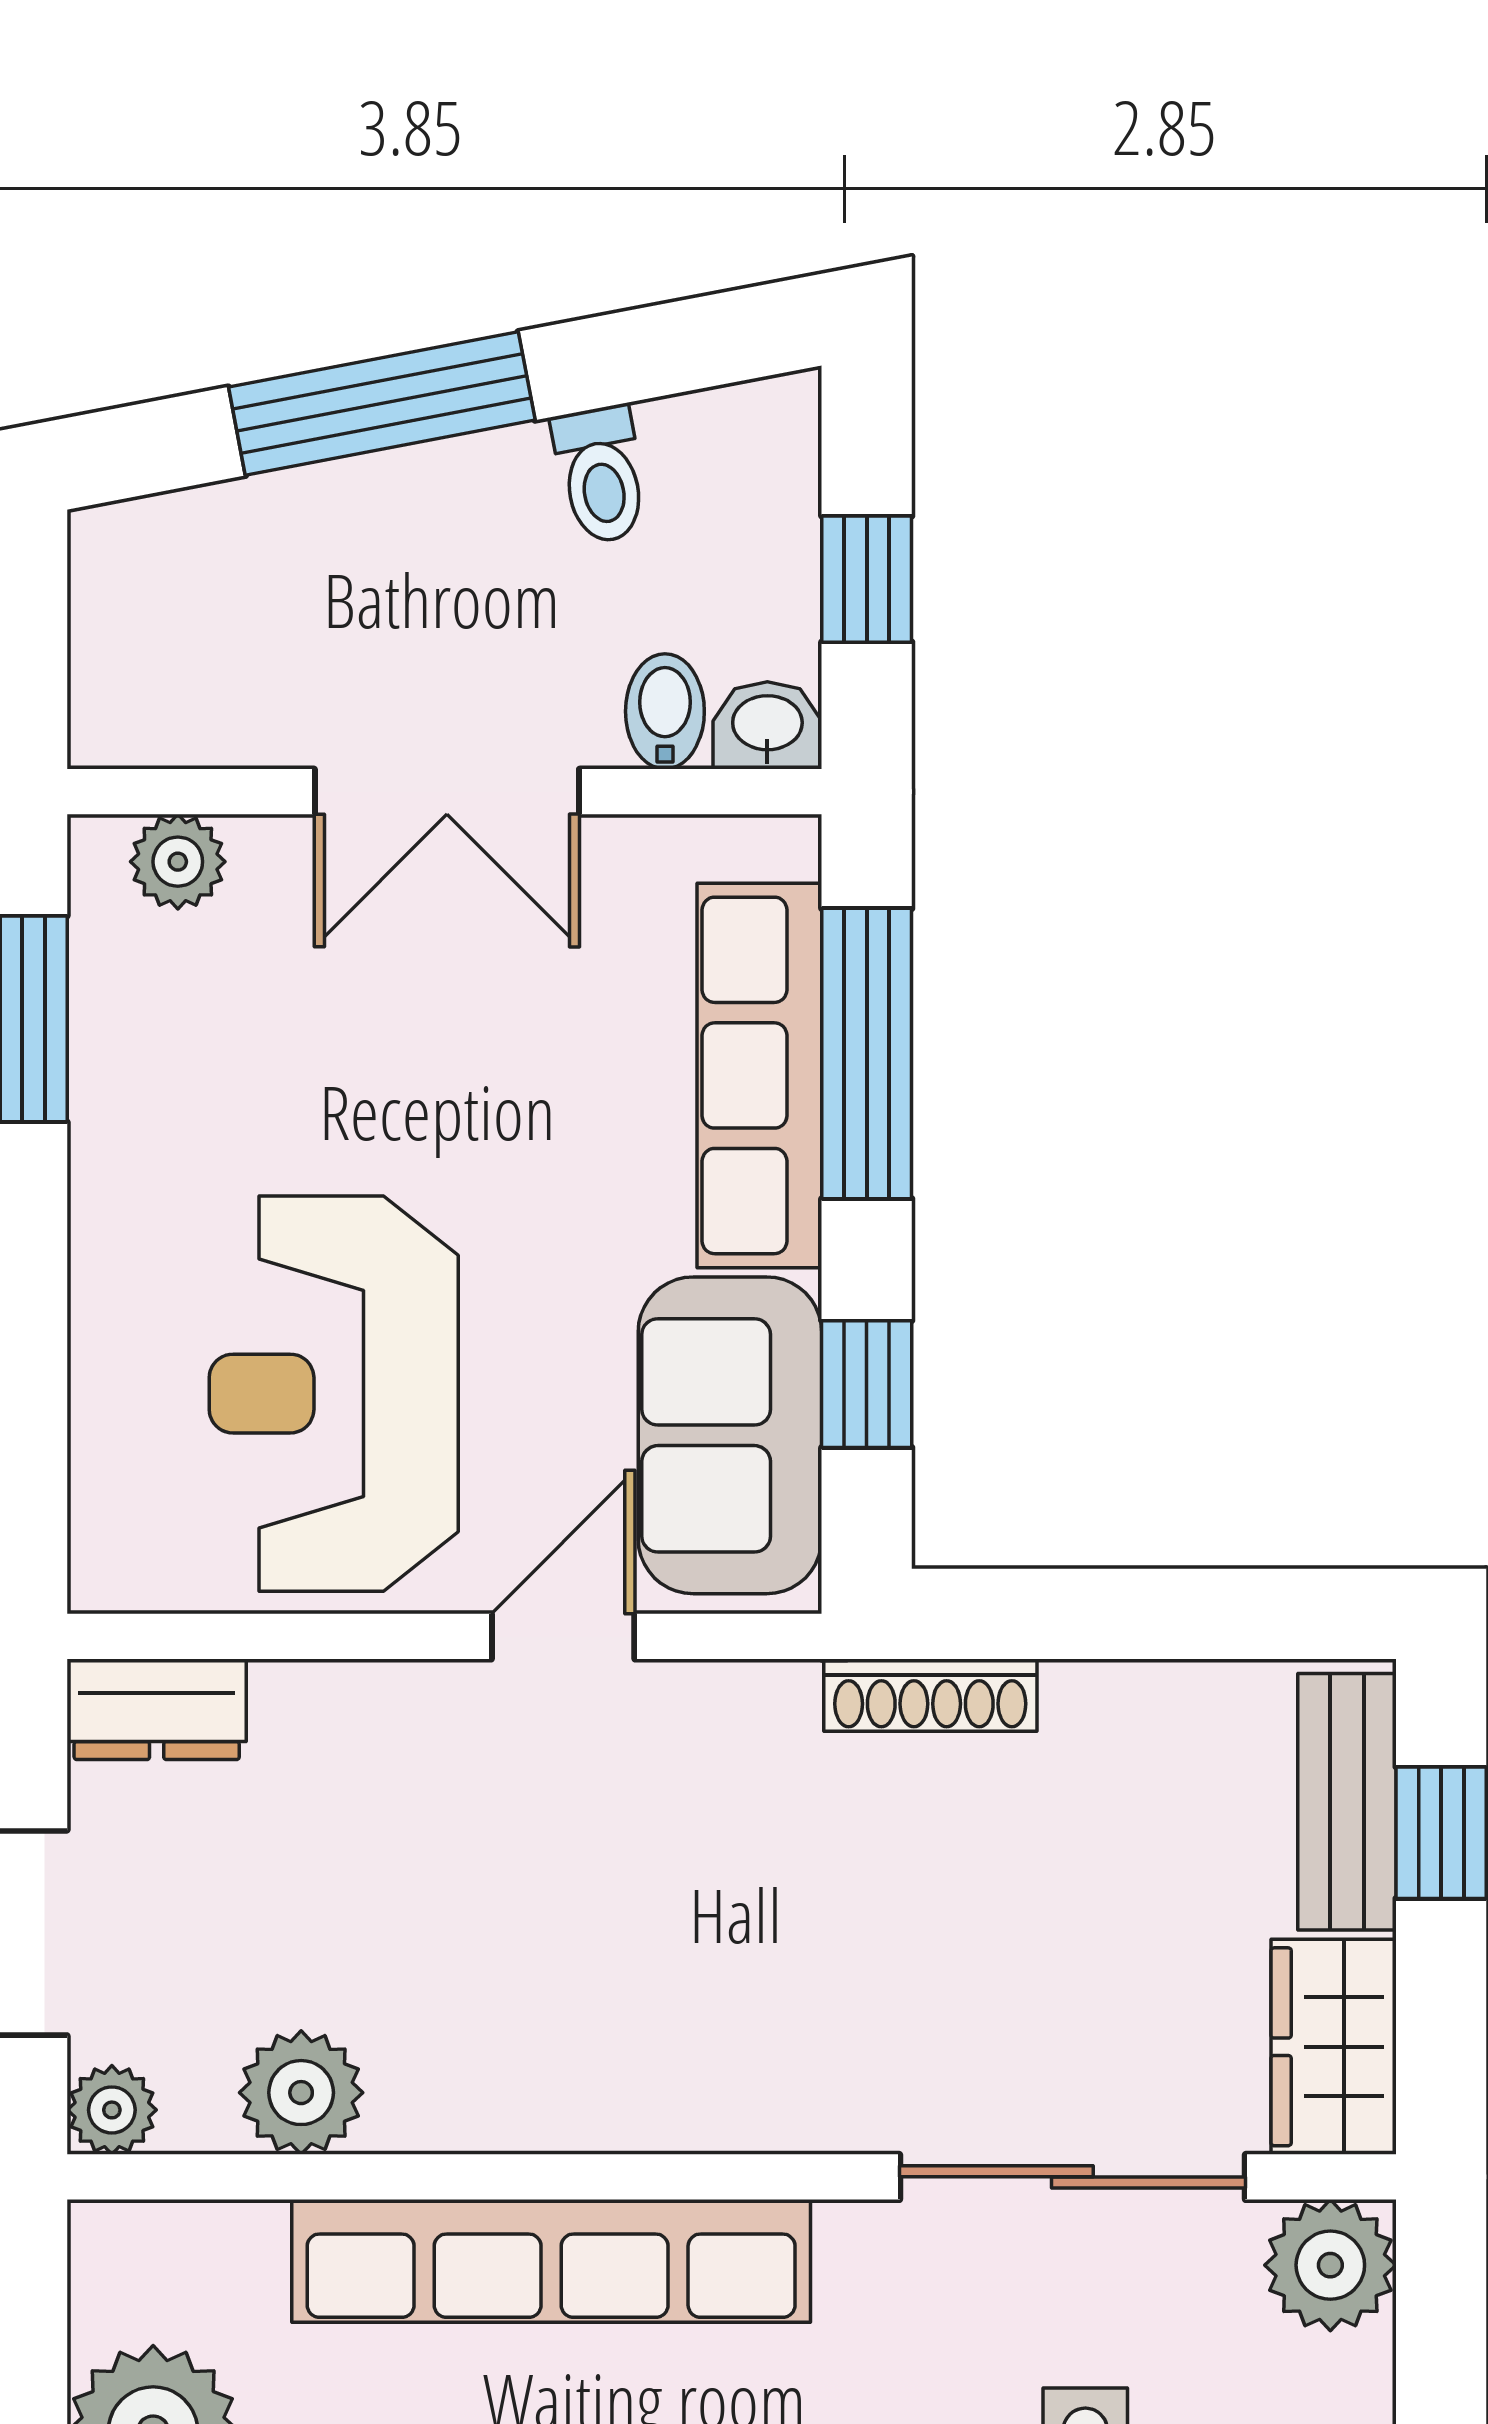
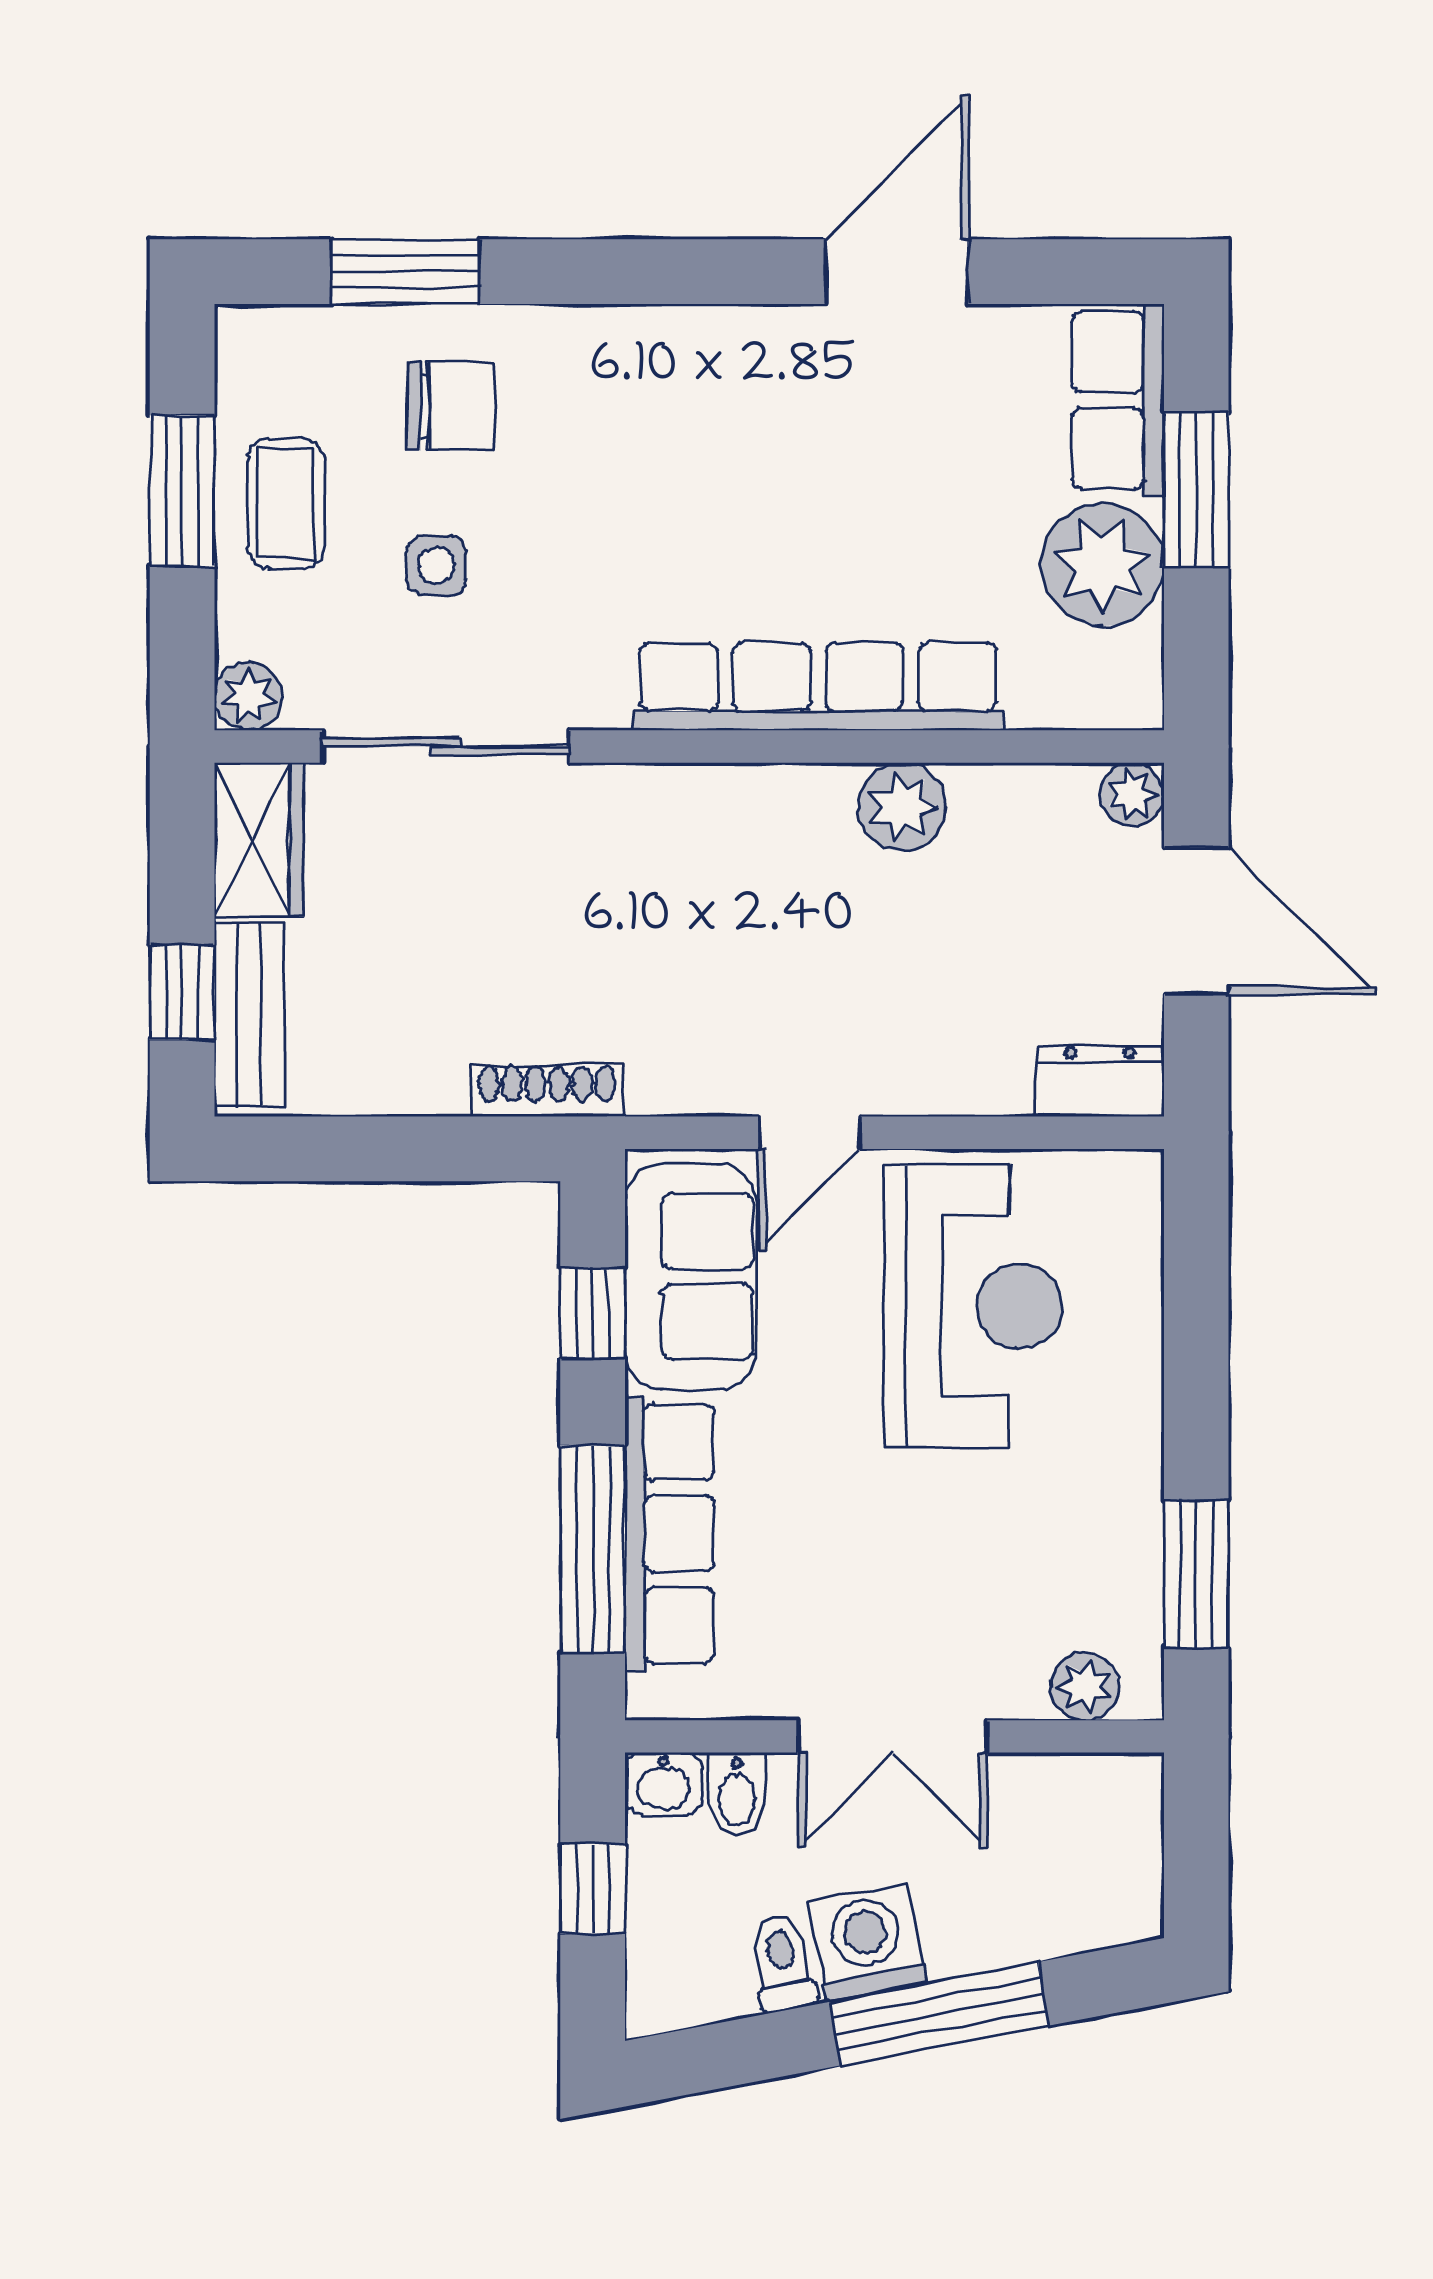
washing machine: (483, 503) -> (867, 1943), added
double door: (447, 792) -> (893, 1736), swing flipped
plant: (301, 2093) -> (902, 807), moved
plant: (1330, 2265) -> (248, 696), width x0.73, depth x0.73

